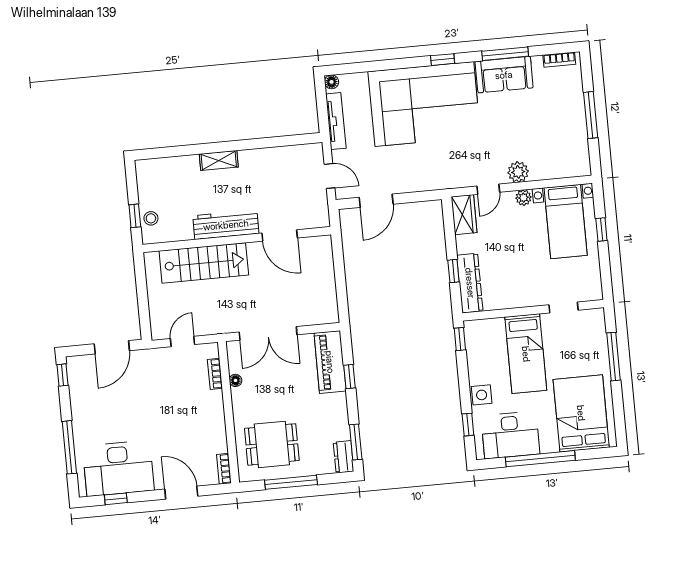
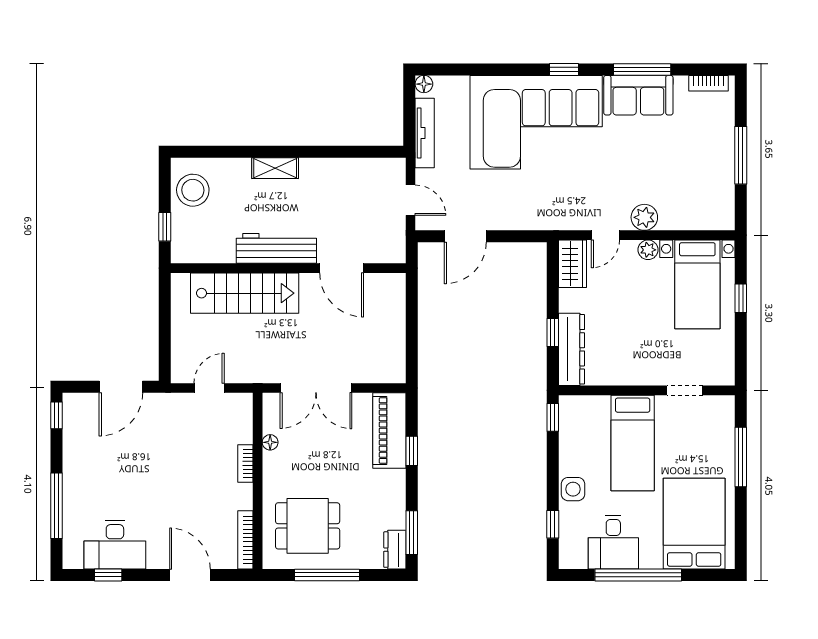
stool: (151, 218) -> (193, 190), moved, width x1.89, depth x1.89
bookcase: (215, 374) -> (245, 463), moved
desk: (510, 435) -> (613, 542), width x0.73
desk: (118, 468) -> (115, 545), width x0.73, depth x0.77
bookcase: (224, 469) -> (245, 540), width x1.56

